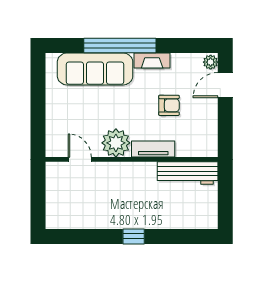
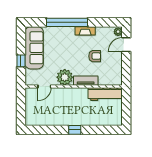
sofa: (95, 69) -> (34, 48), moved, turned -90
window: (38, 114) -> (21, 61), added
door: (80, 159) -> (44, 87), swing flipped

